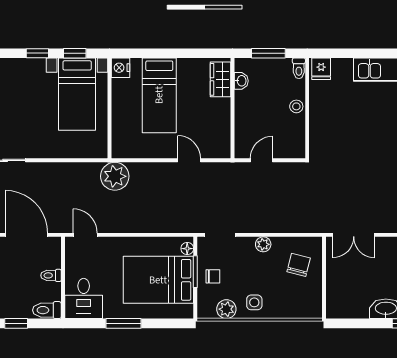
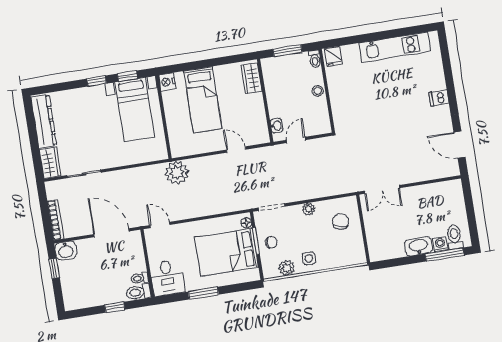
washbasin: (241, 81) -> (277, 126), moved
toilet: (51, 275) -> (140, 278), moved

